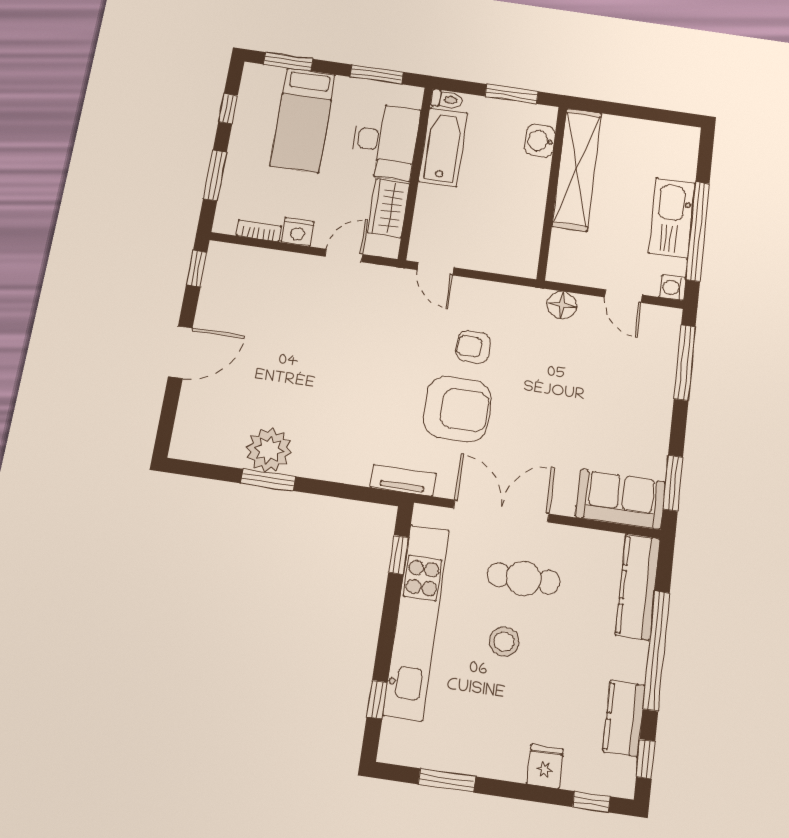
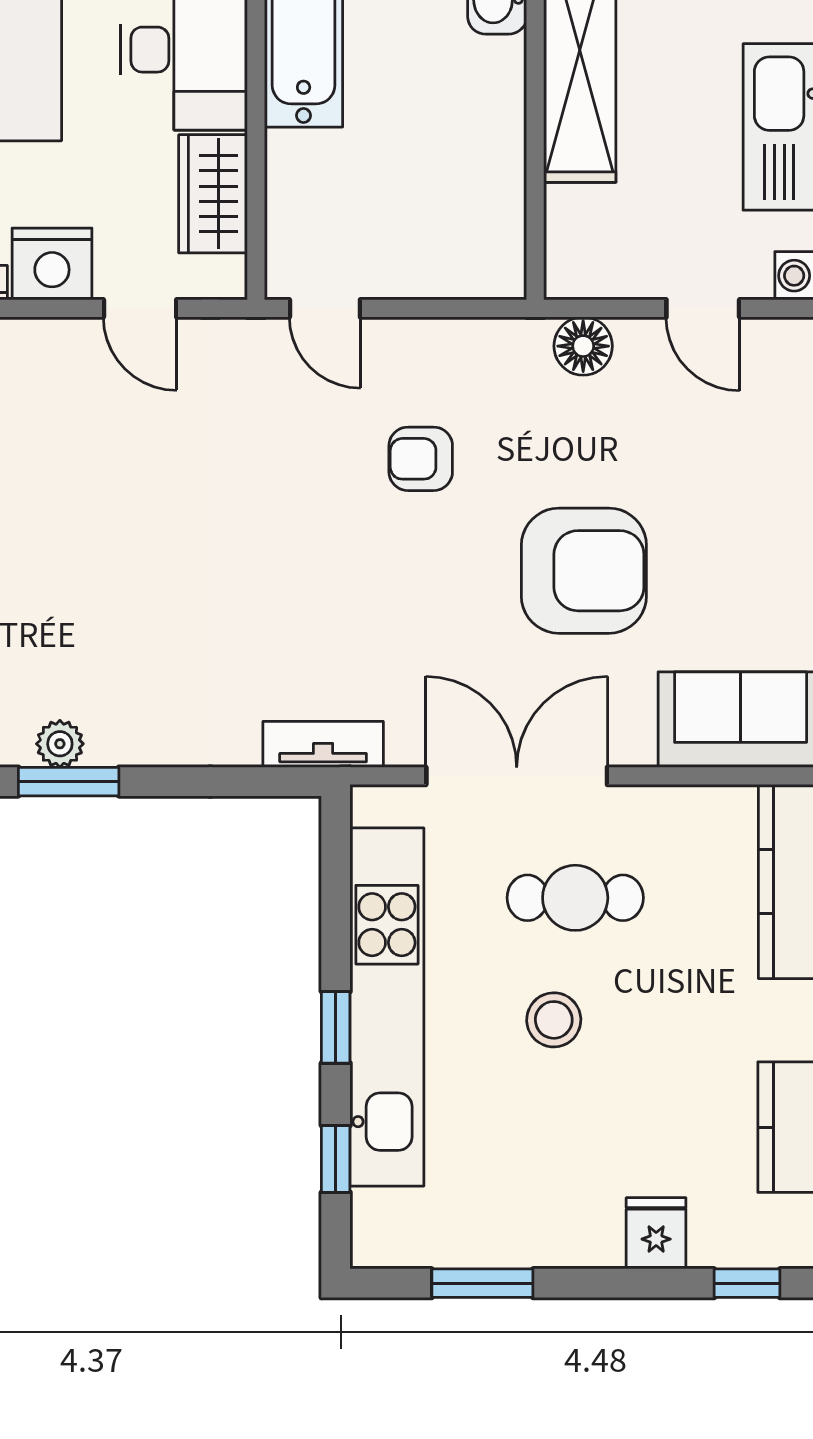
nightstand: (298, 232) -> (52, 264), width x1.36, depth x1.33
door: (344, 255) -> (140, 308), swing flipped
armchair: (457, 409) -> (584, 571), moved
plant: (269, 450) -> (60, 744), width x0.53, depth x0.53
window: (399, 555) -> (336, 1027), moved

